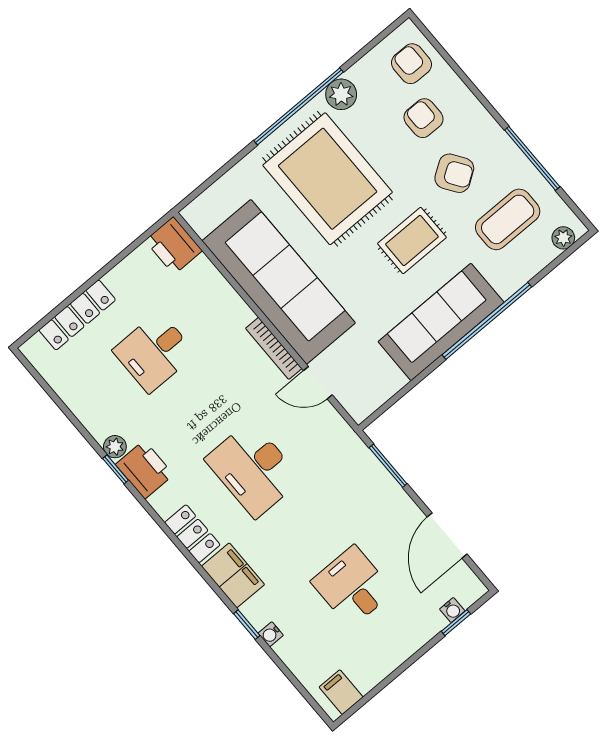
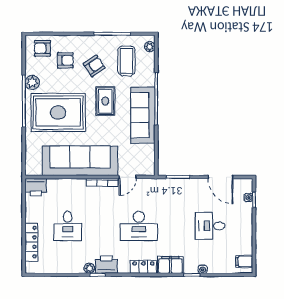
armchair: (424, 118) -> (65, 60), turned 180

